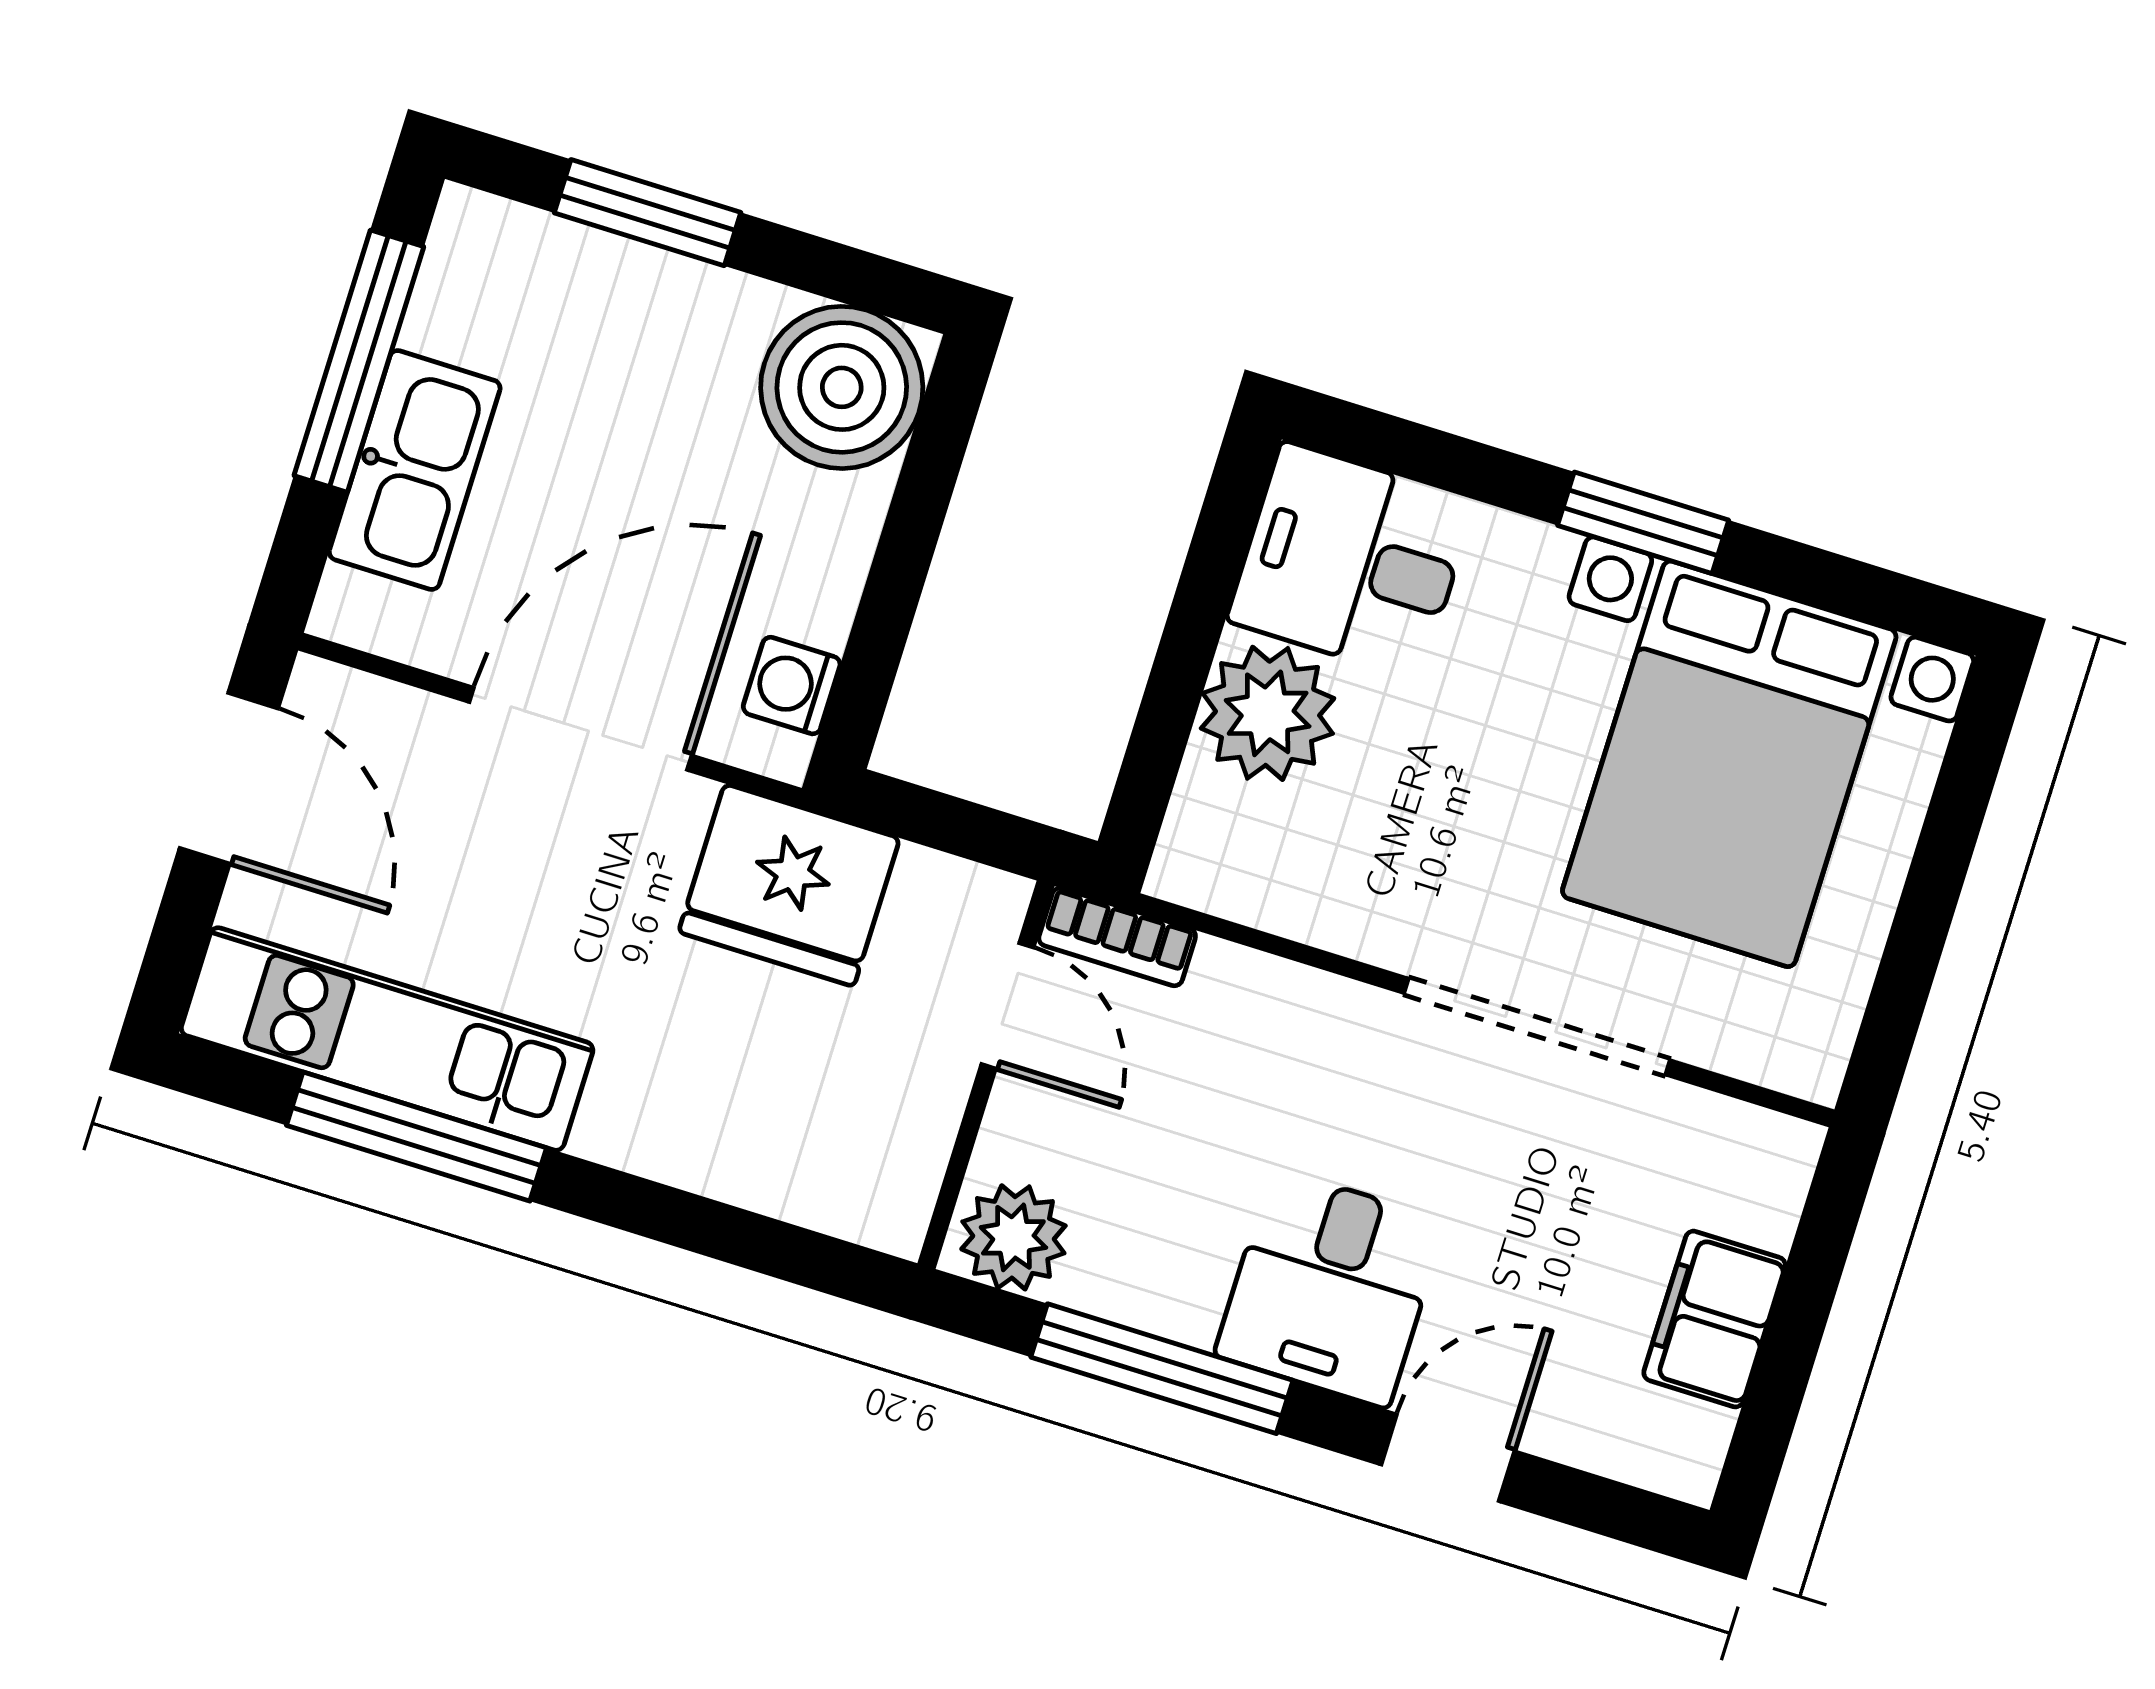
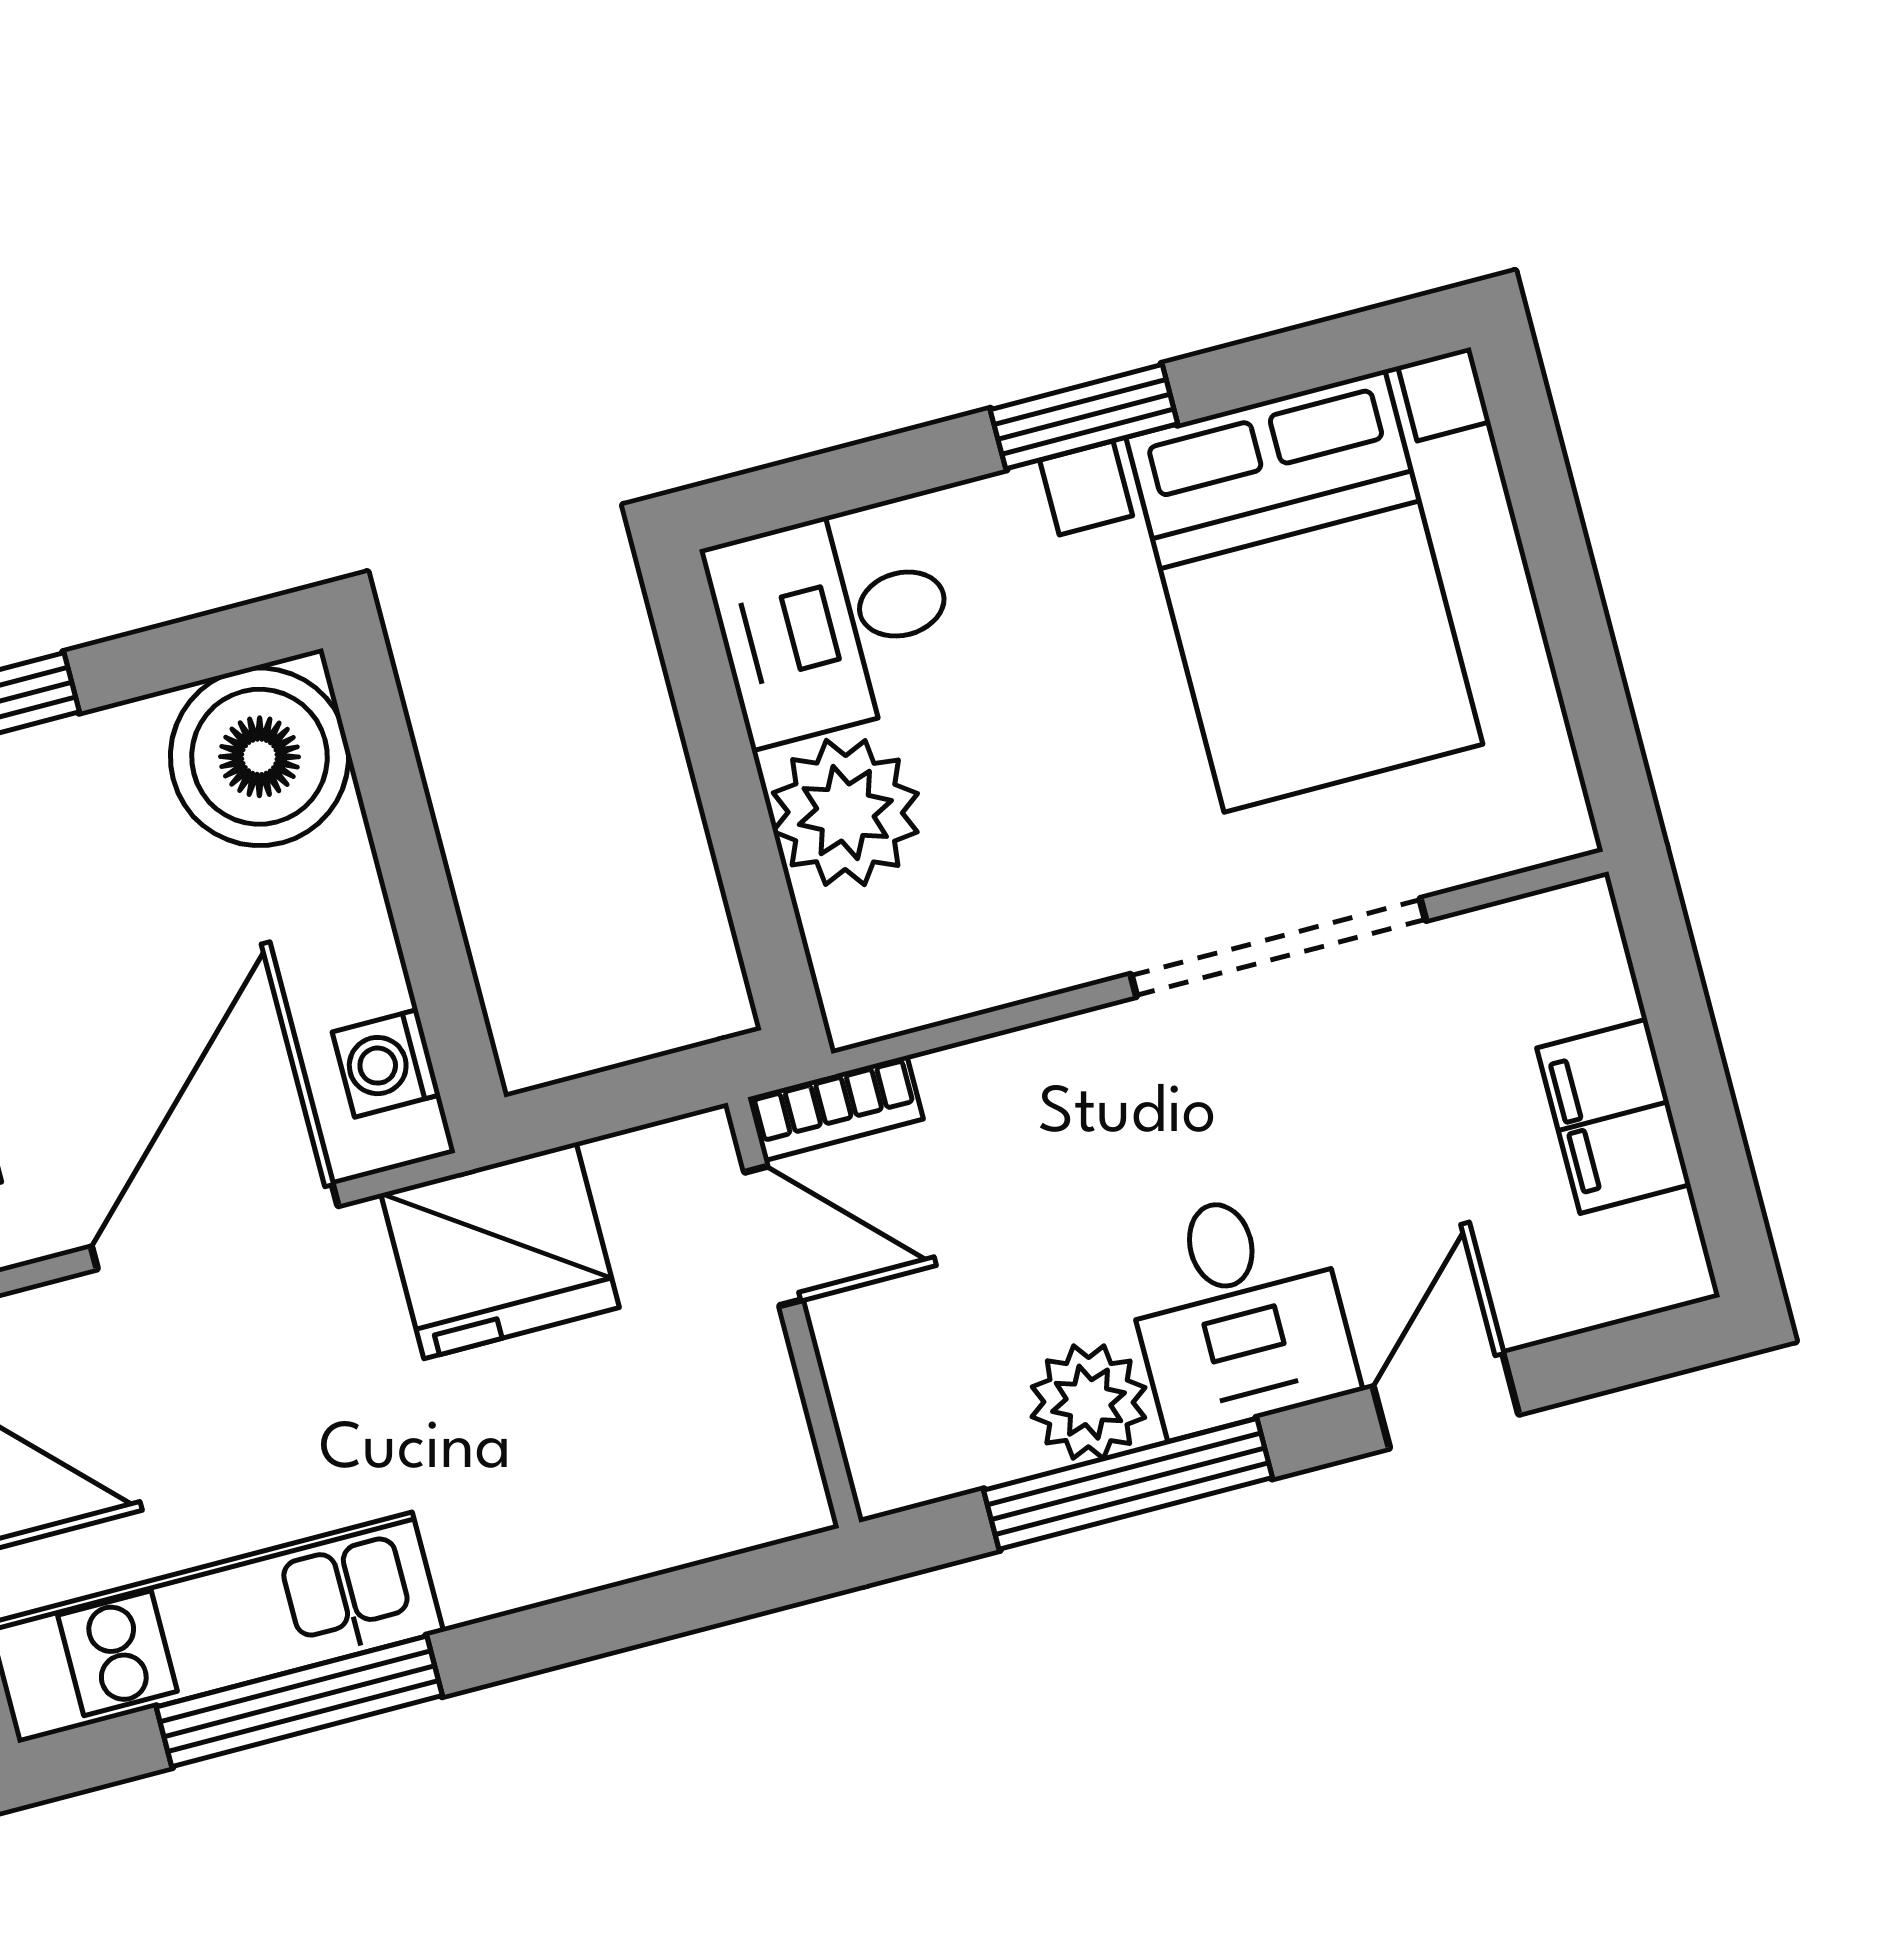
plant: (1013, 1237) -> (1089, 1402), moved

